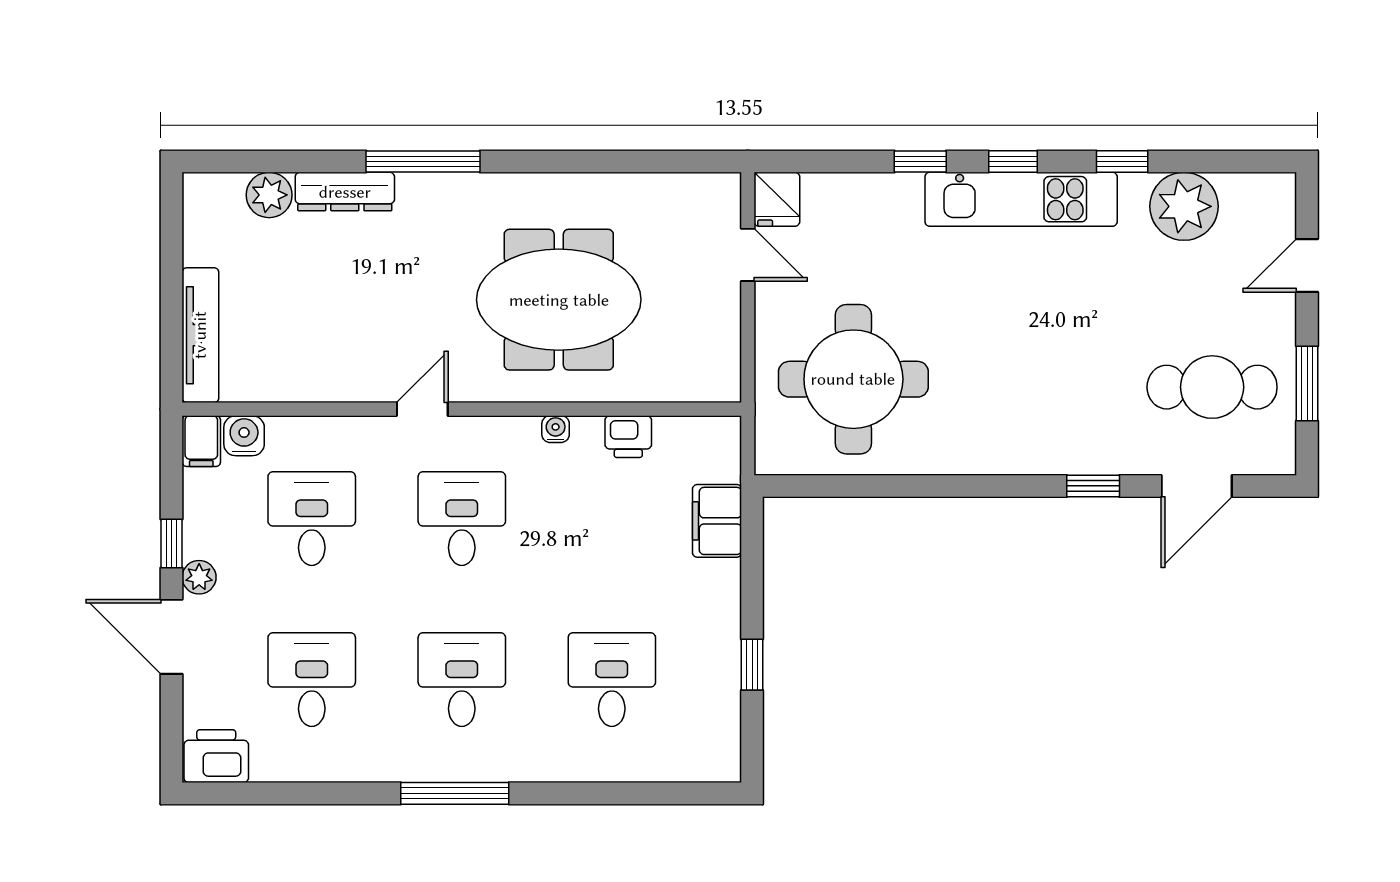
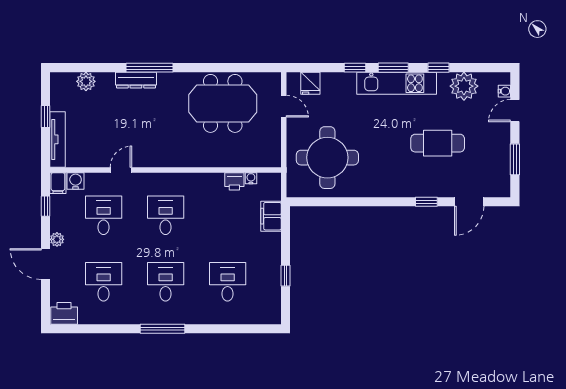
window: (1013, 161) -> (393, 68), width x1.50
dresser: (345, 192) -> (136, 80), moved
fridge: (777, 199) -> (310, 83), moved
water cooler: (1282, 218) -> (504, 91), added
window: (171, 280) -> (46, 117), added
meeting table: (559, 300) -> (223, 103), moved
cafe table: (1212, 387) -> (438, 143), moved
door: (422, 409) -> (121, 170), moved
water cooler: (556, 429) -> (251, 178), moved
window: (171, 543) -> (46, 206), moved

